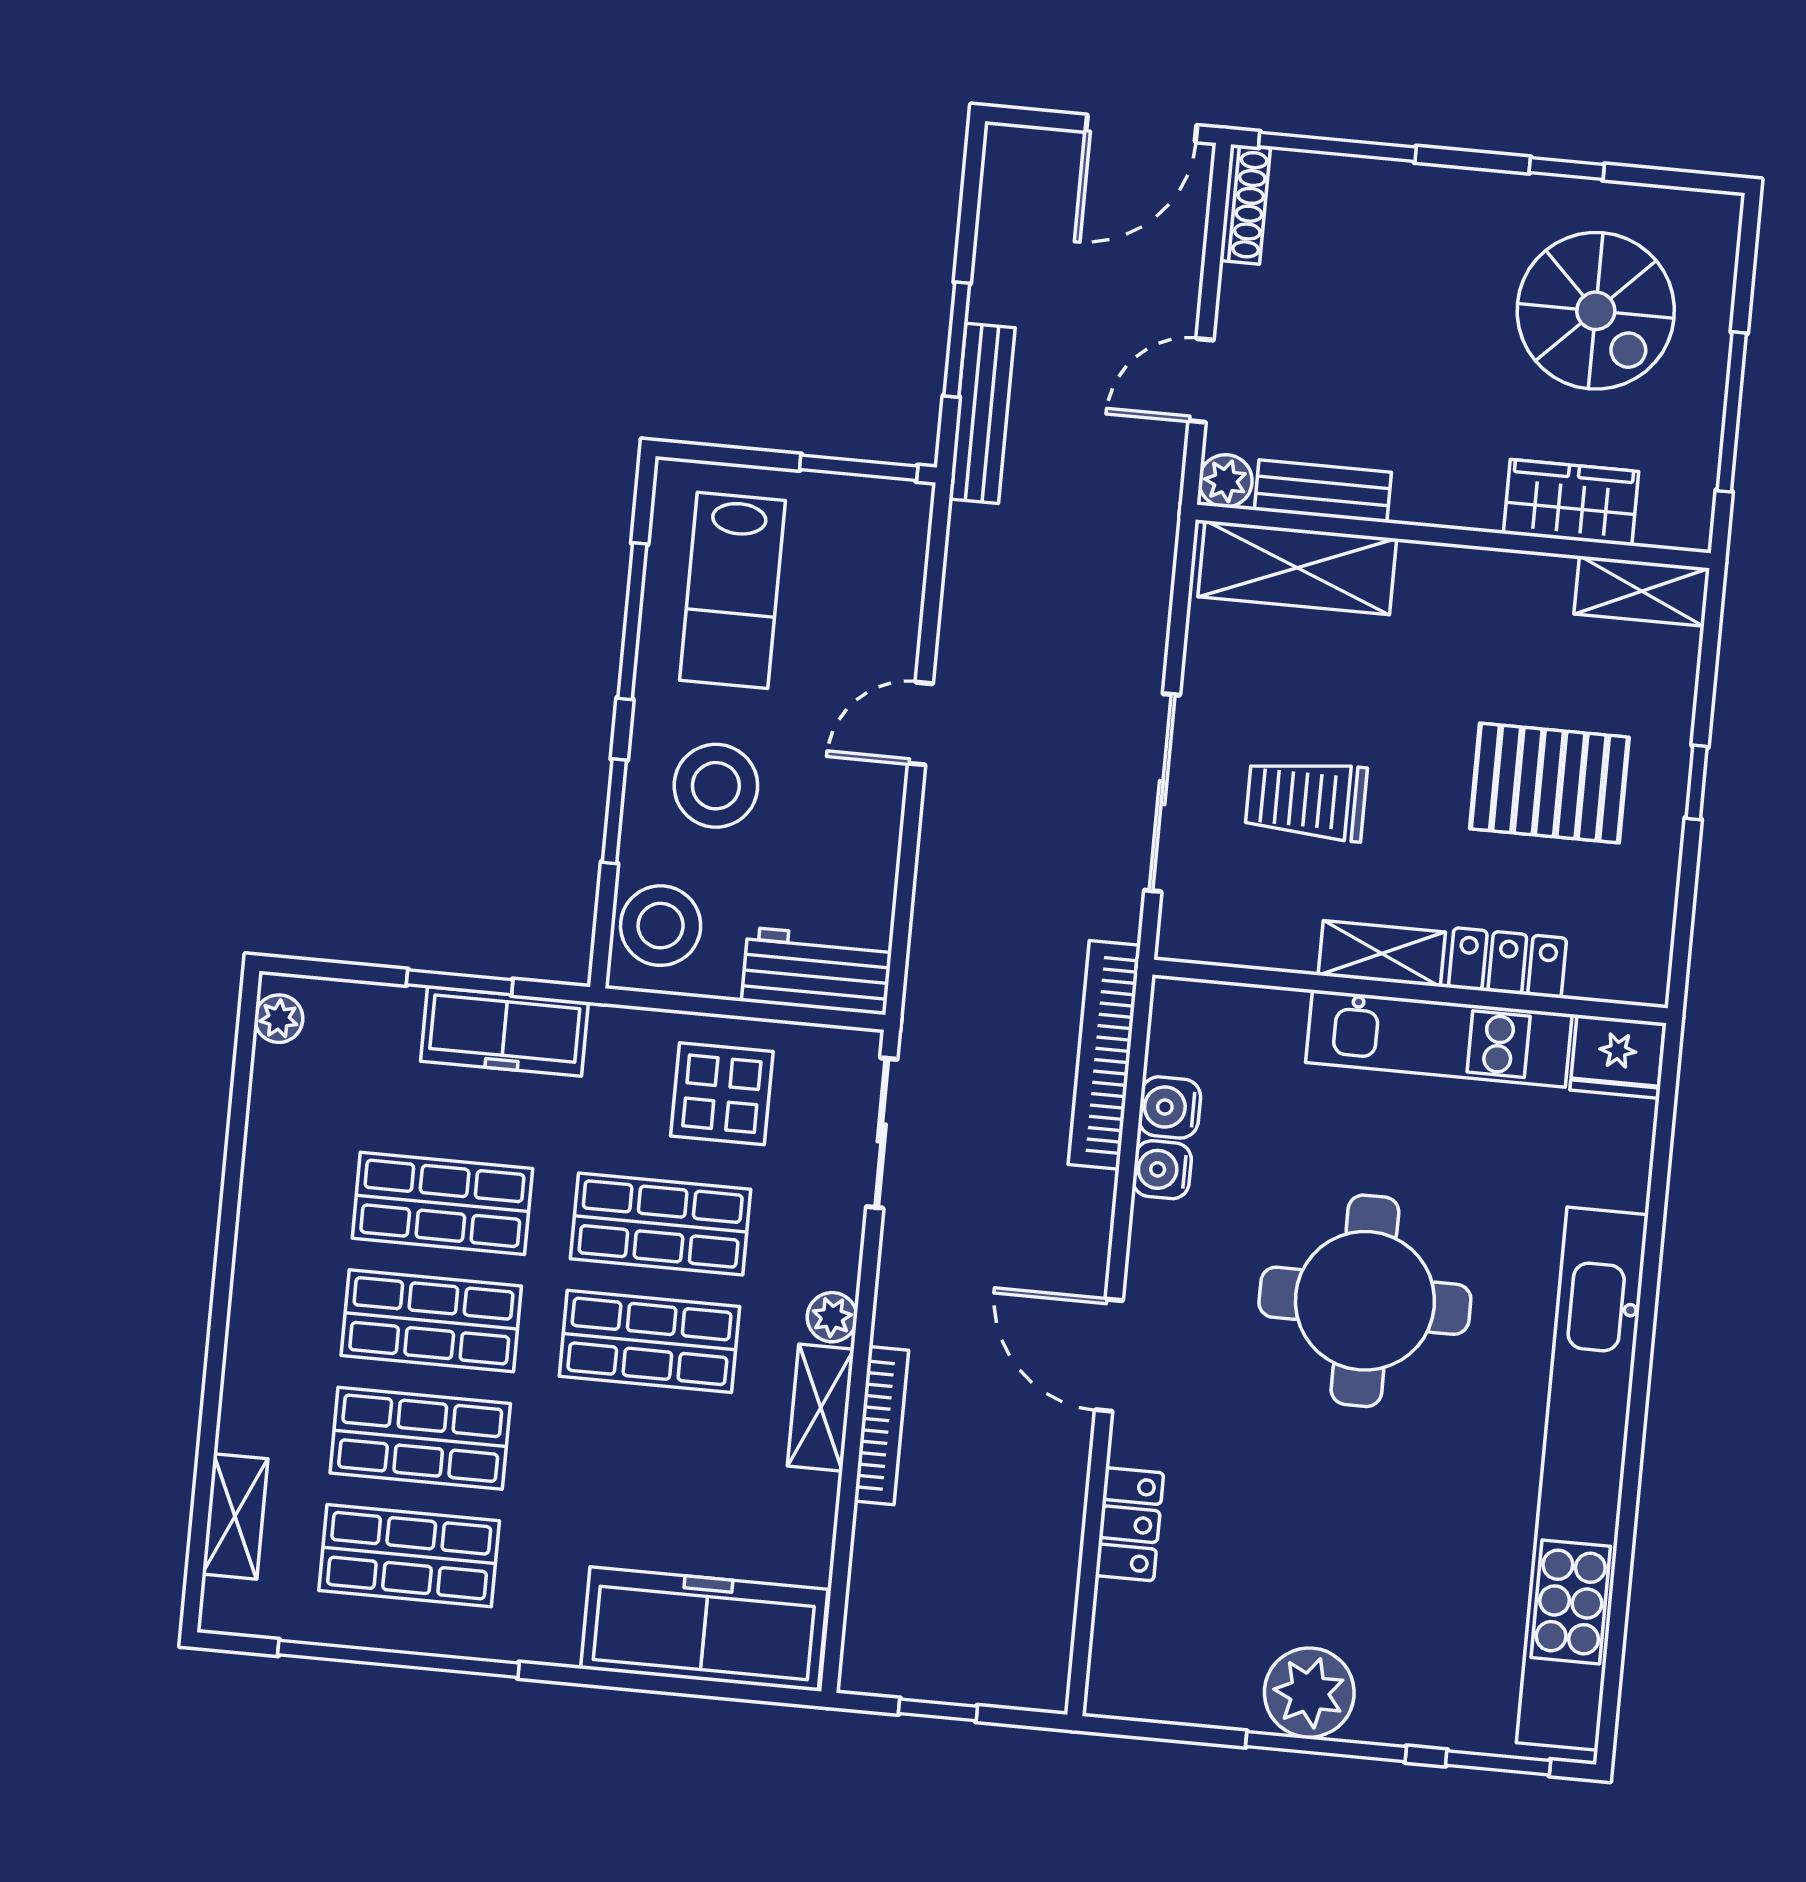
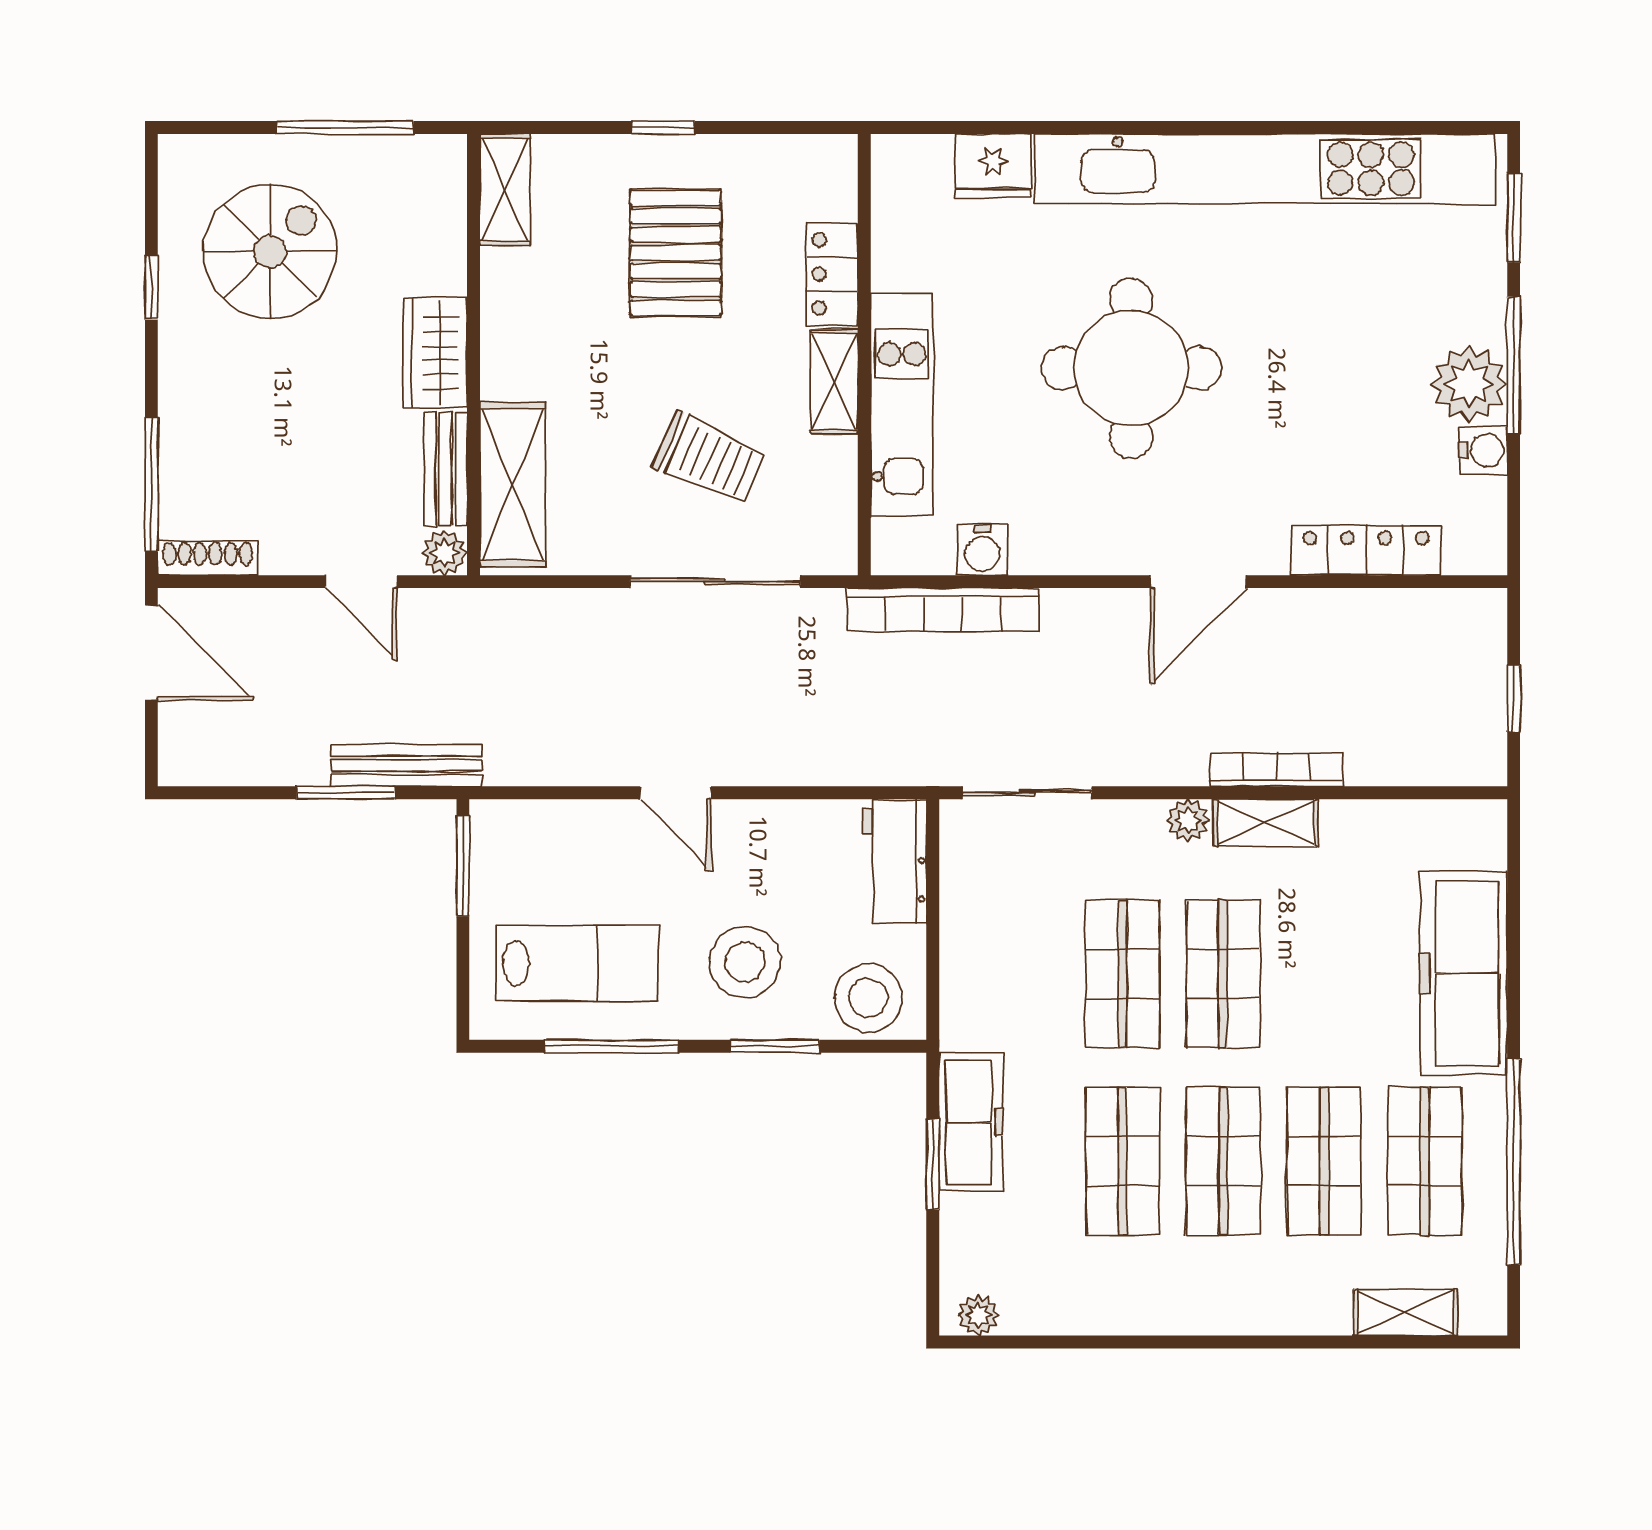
wardrobe: (1571, 503) -> (435, 353), moved
trolley: (1306, 800) -> (709, 459), turned -66
kitchen unit: (1439, 1038) -> (902, 405), moved
fridge: (1617, 1057) -> (993, 166), moved, turned 90
display table: (722, 1094) -> (1007, 932), removed
water cooler: (1162, 1170) -> (1483, 450), moved, turned -90
locker: (1130, 1524) -> (1366, 550), width x1.53
freezer: (704, 1629) -> (1463, 973), moved

